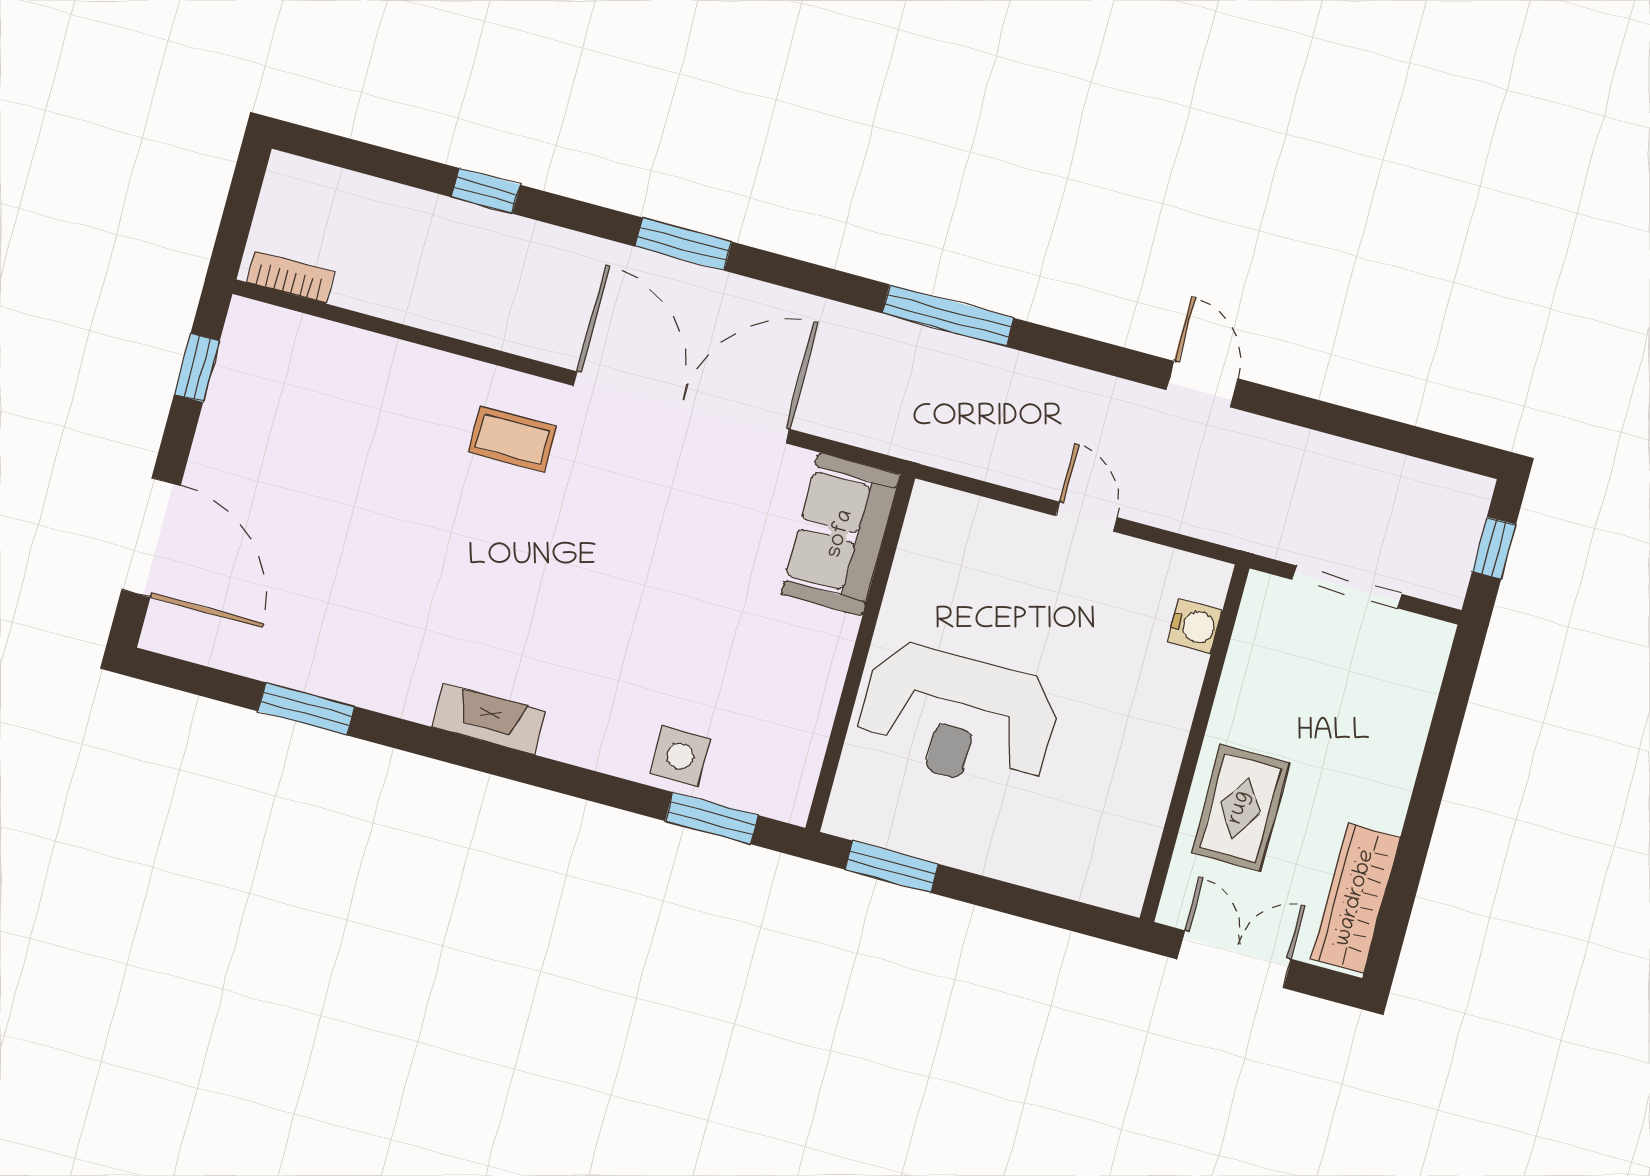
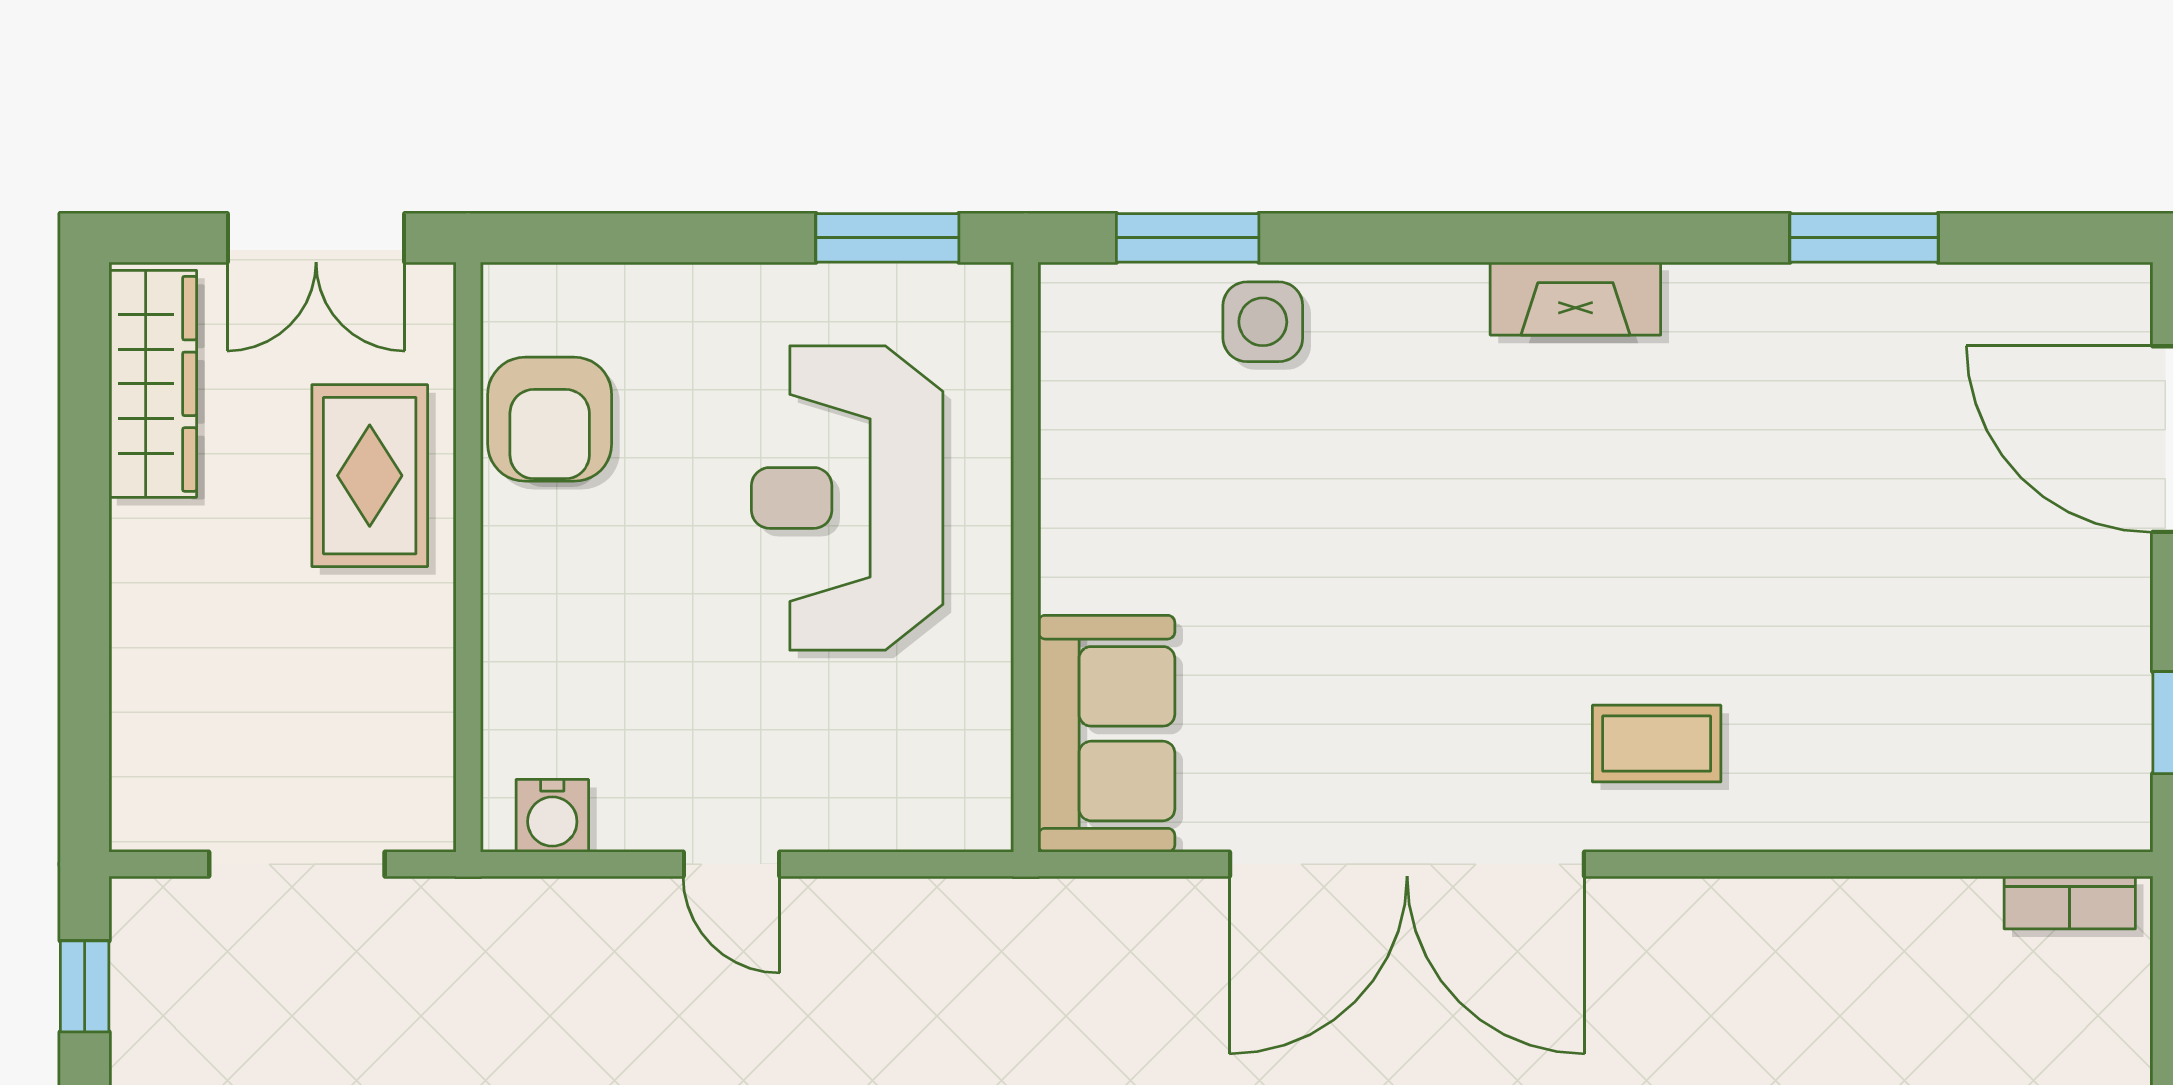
water cooler: (1195, 626) -> (552, 816), moved, turned -90
reception desk: (958, 717) -> (847, 498), turned -90
armchair: (1123, 813) -> (550, 419), added

